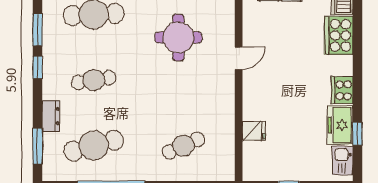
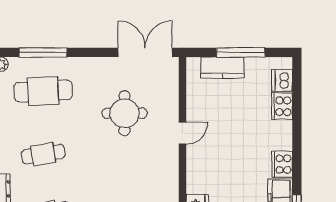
cooker: (339, 35) -> (282, 106), width x0.73, depth x0.76

